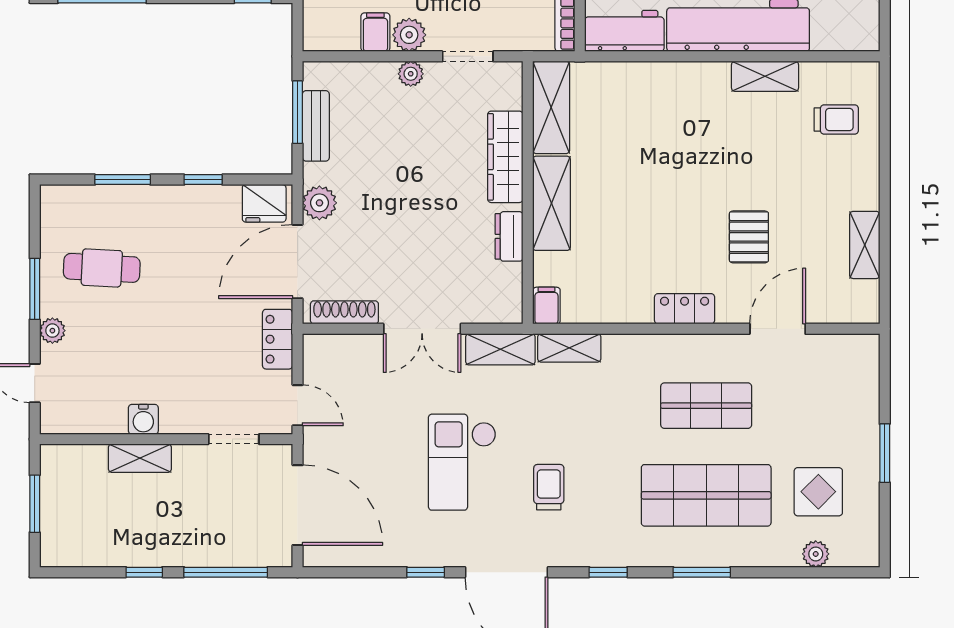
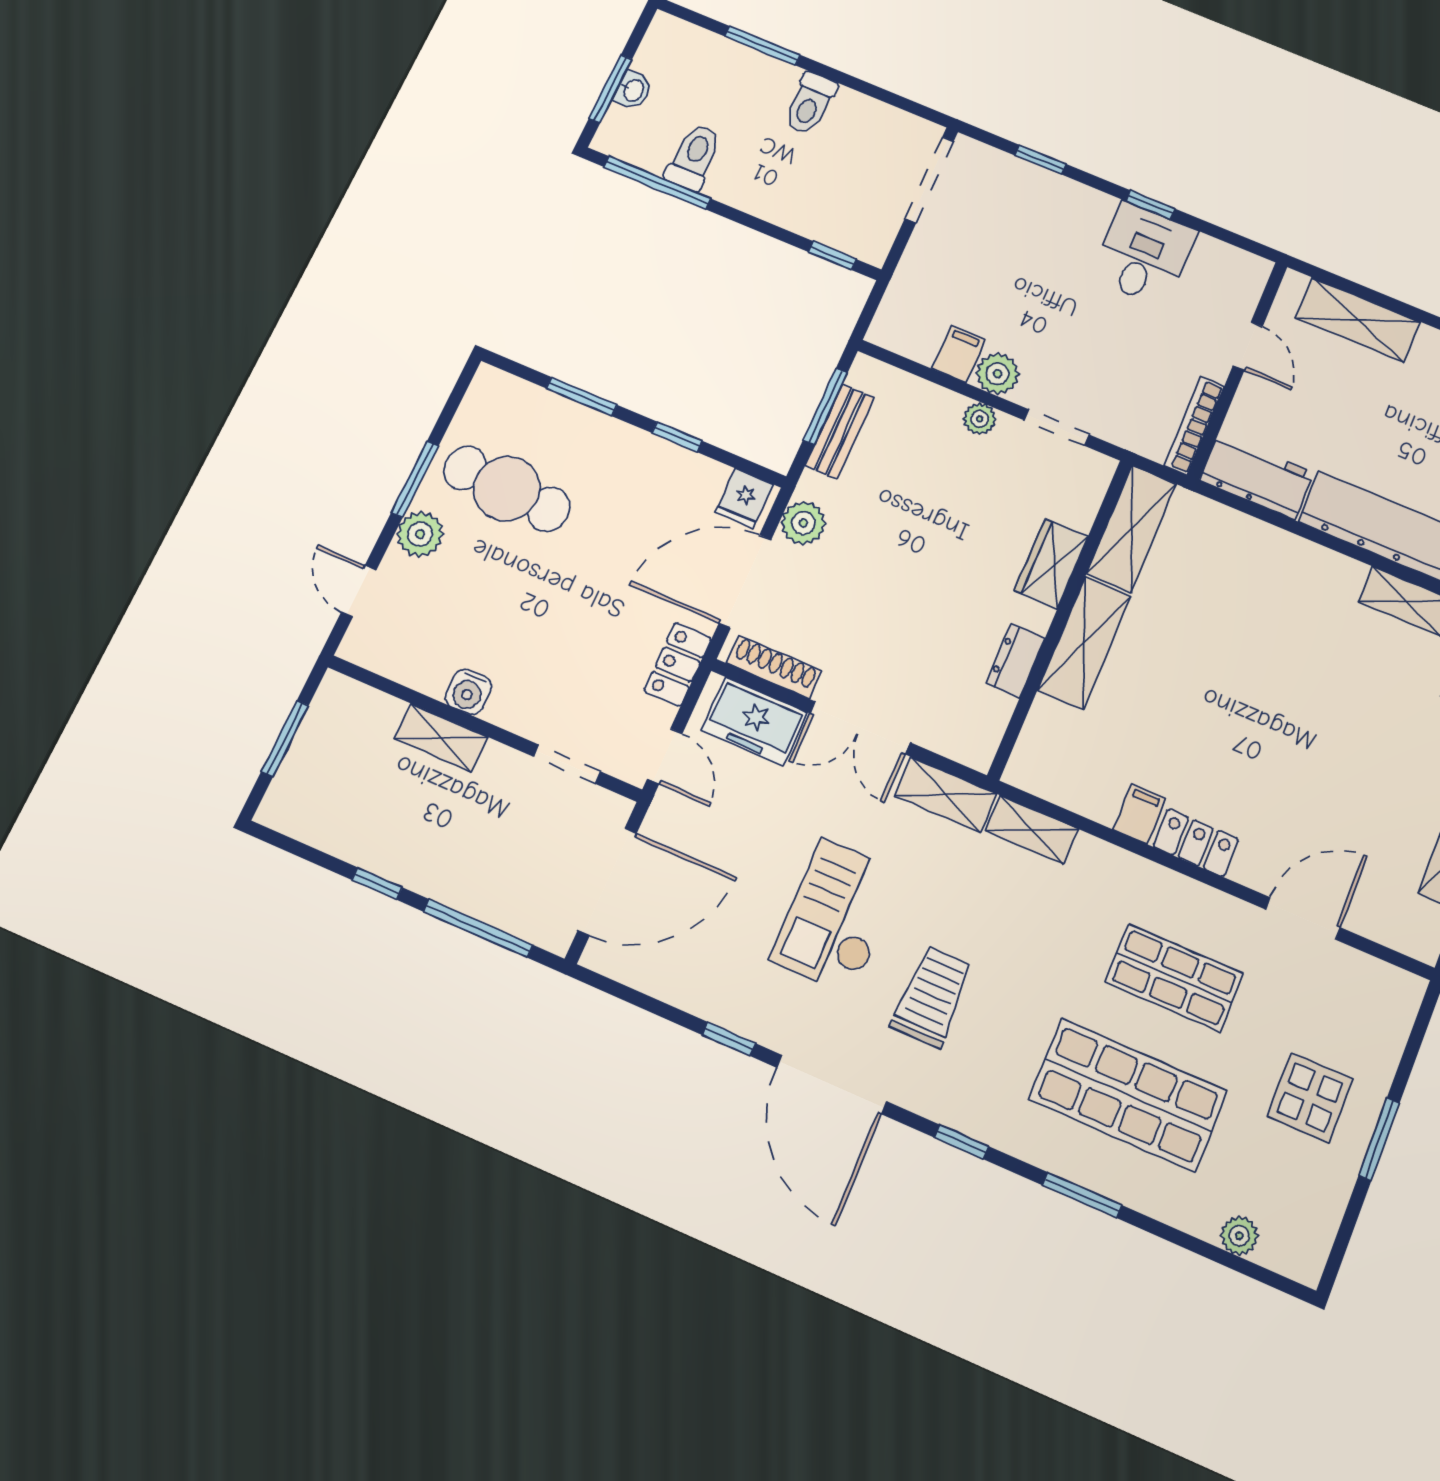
wardrobe: (505, 157) -> (1051, 564), width x0.67
fridge: (264, 203) -> (744, 498), width x0.72
pallet: (749, 237) -> (1311, 788), removed
cafe table: (102, 268) -> (507, 489), width x1.37, depth x1.35
filing cabinet: (546, 306) -> (1139, 814), moved
plant: (52, 331) -> (420, 534), width x1.38, depth x1.38
freezer: (348, 355) -> (754, 721), added
trolley: (549, 487) -> (932, 997), width x1.36, depth x1.39
display table: (818, 492) -> (1310, 1098), moved
door: (298, 505) -> (607, 882), hinge flipped

